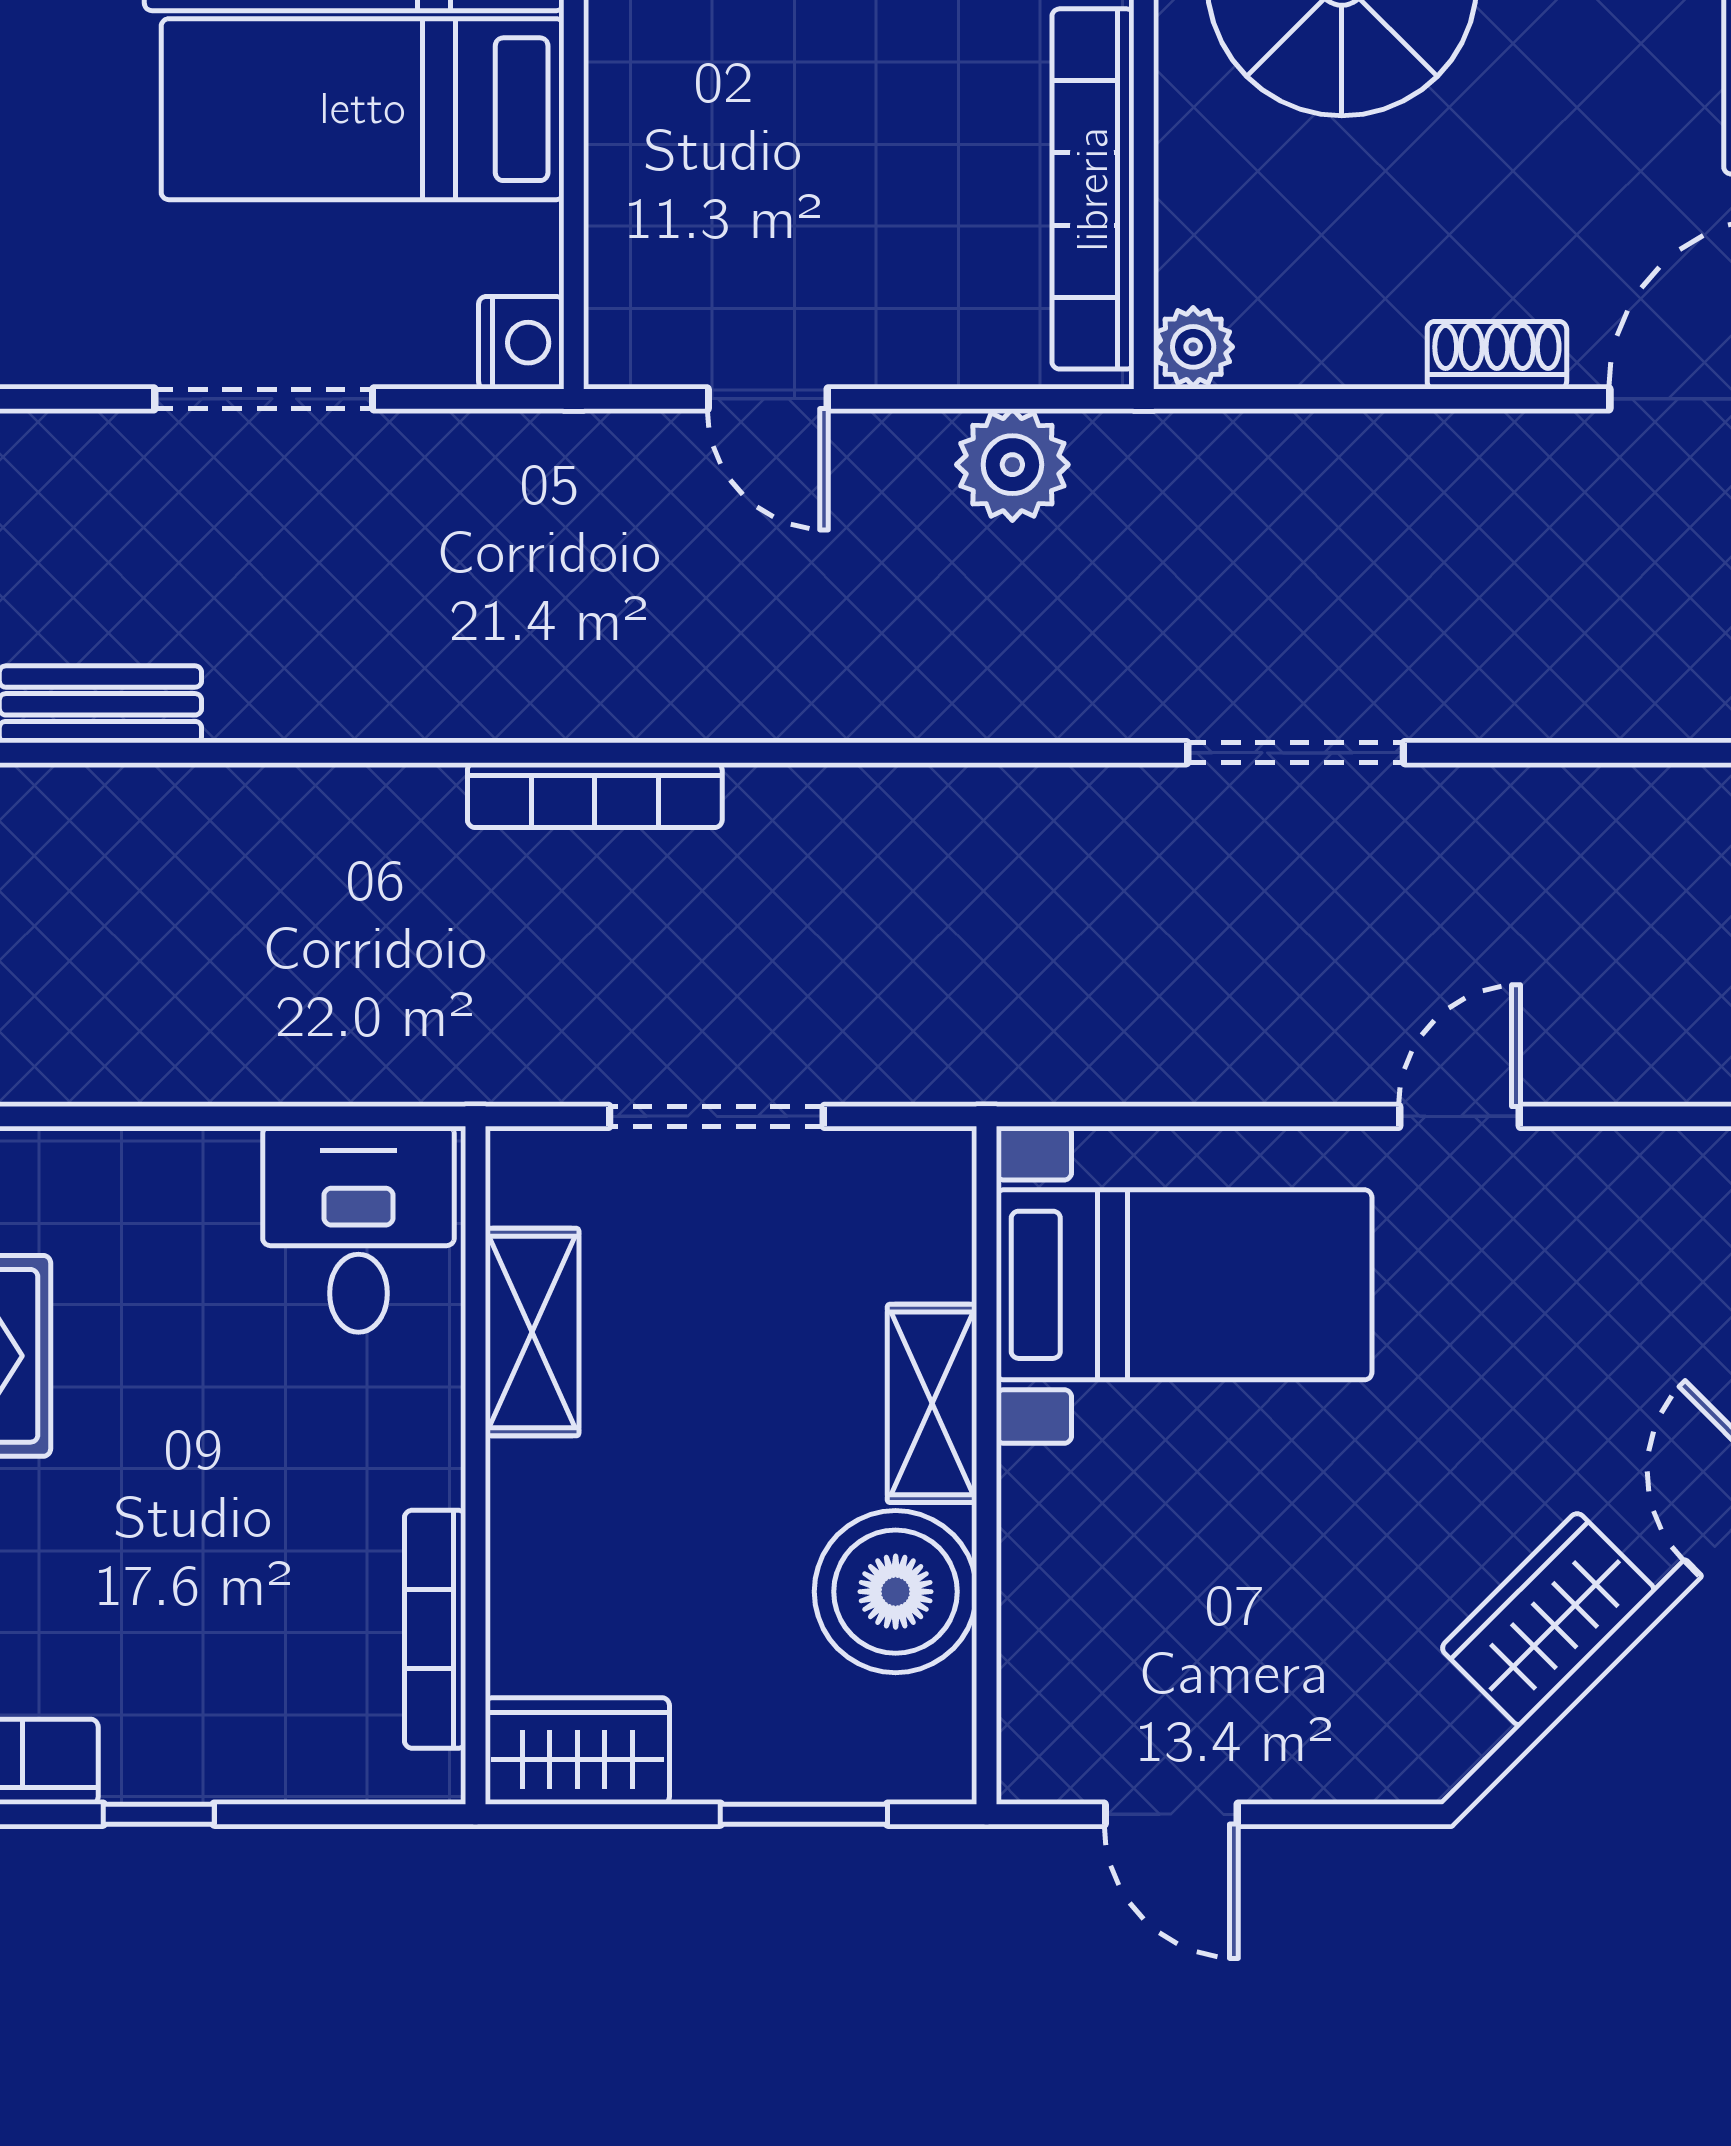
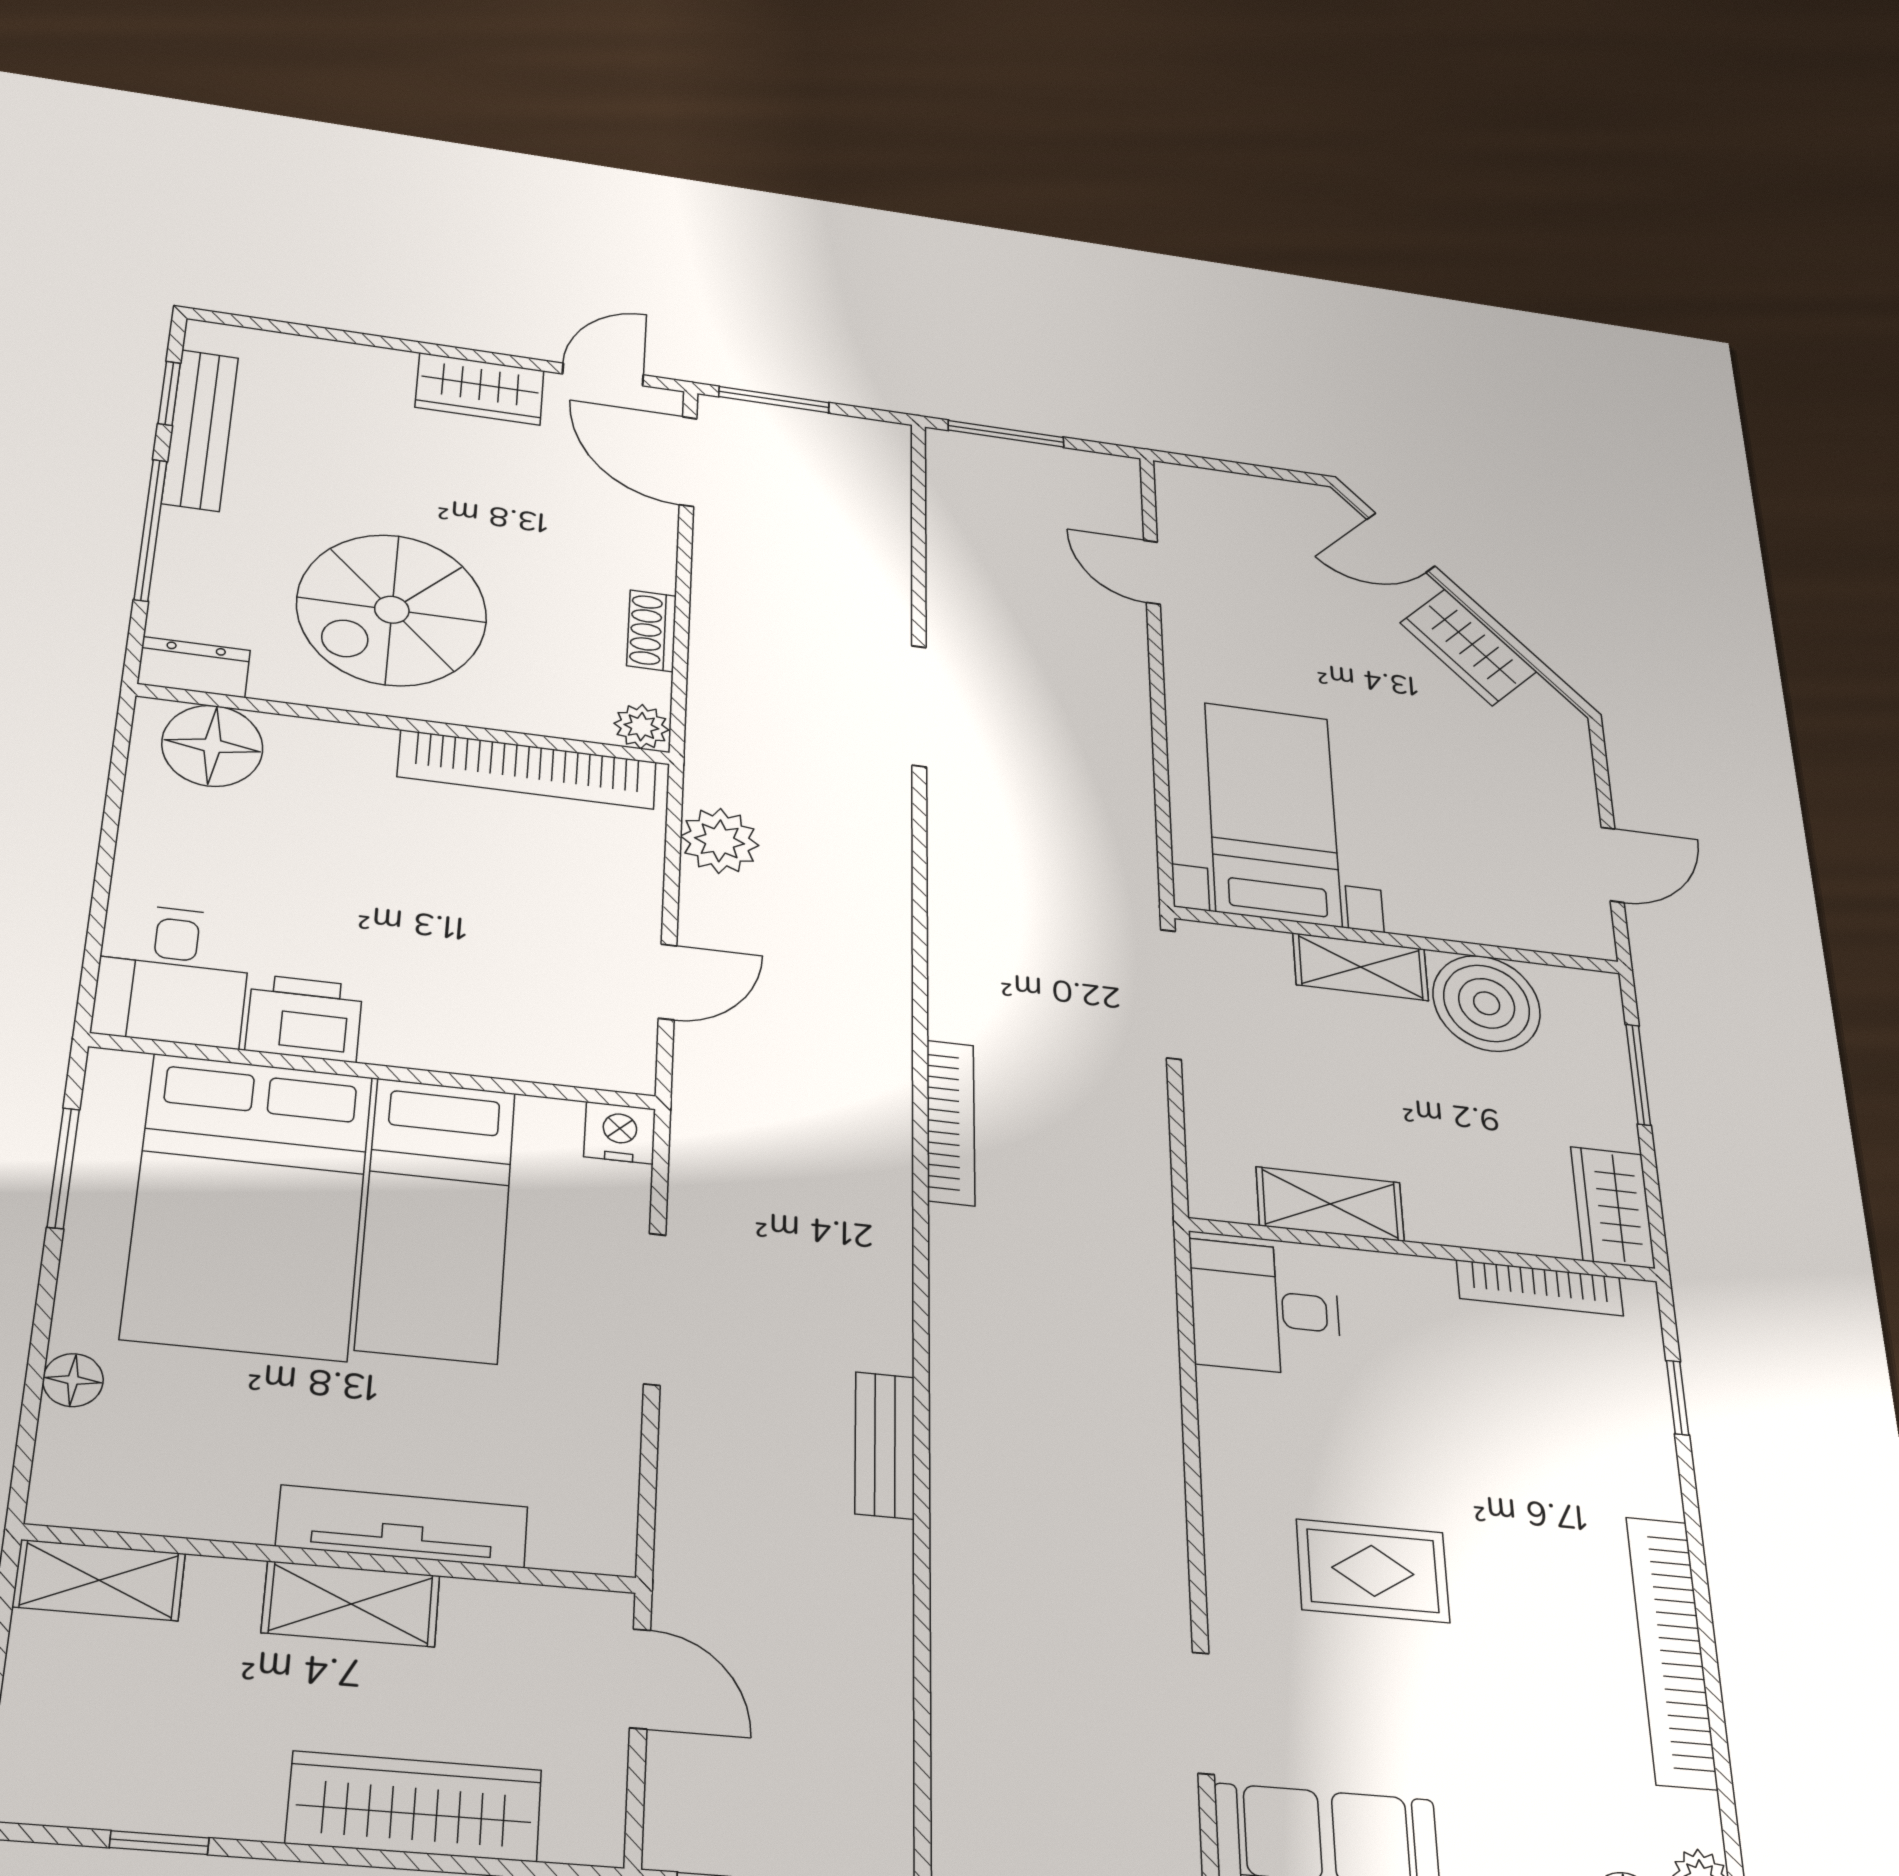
shoe rack: (1497, 355) -> (652, 631), moved
doorway: (716, 1116) -> (1171, 994), moved
door: (1460, 1116) -> (1152, 572), moved
window: (159, 1814) -> (1678, 1398), moved

